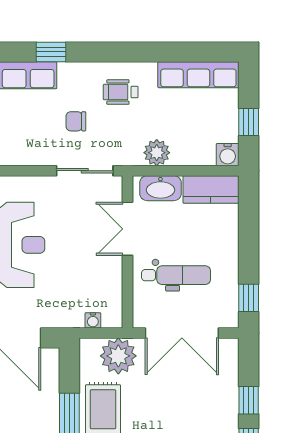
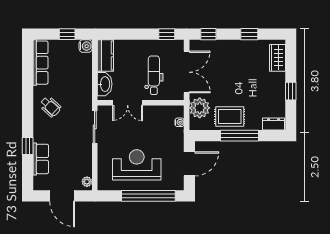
wheelchair: (121, 92) -> (50, 107), turned -47
chair: (76, 121) -> (67, 132), removed
plant: (157, 153) -> (85, 86), removed
window: (249, 400) -> (208, 34), moved

